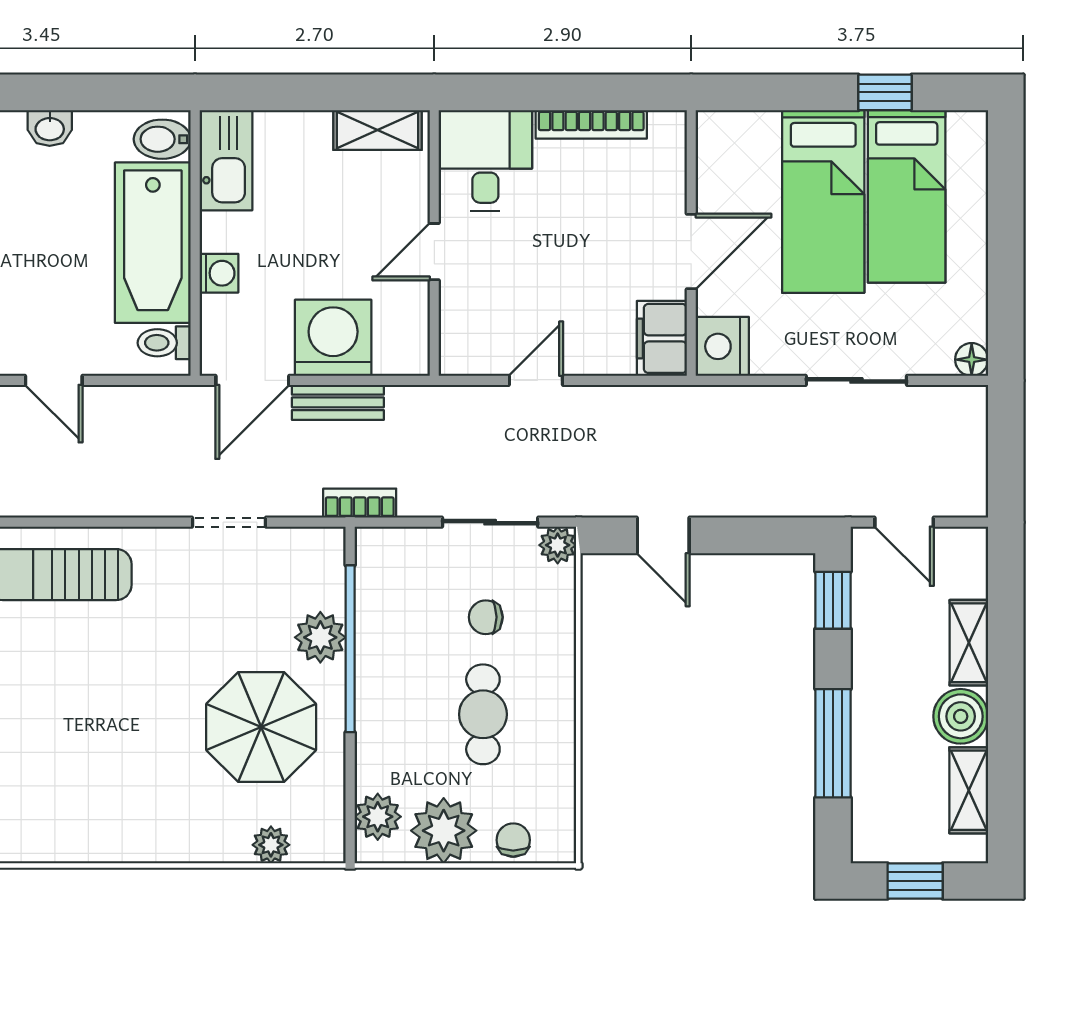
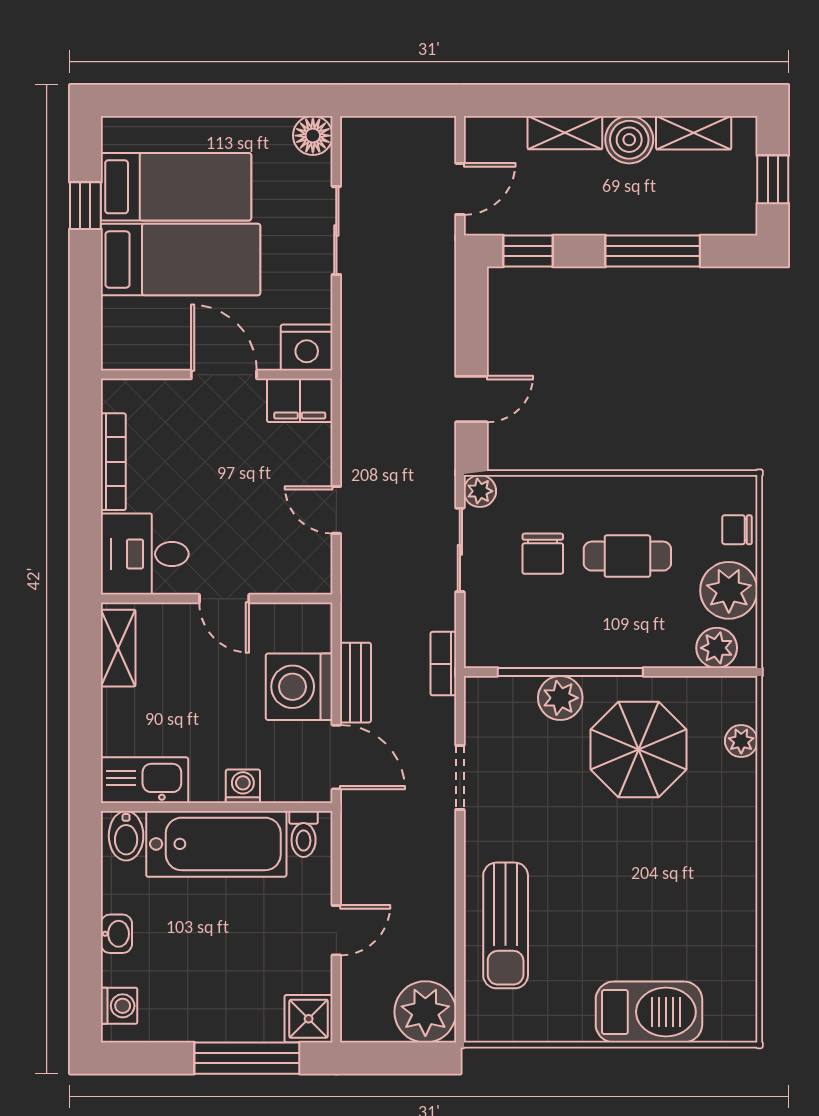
floor lamp: (972, 360) -> (313, 136), width x1.37, depth x1.37
chair: (486, 617) -> (543, 554), width x1.37, depth x1.37

